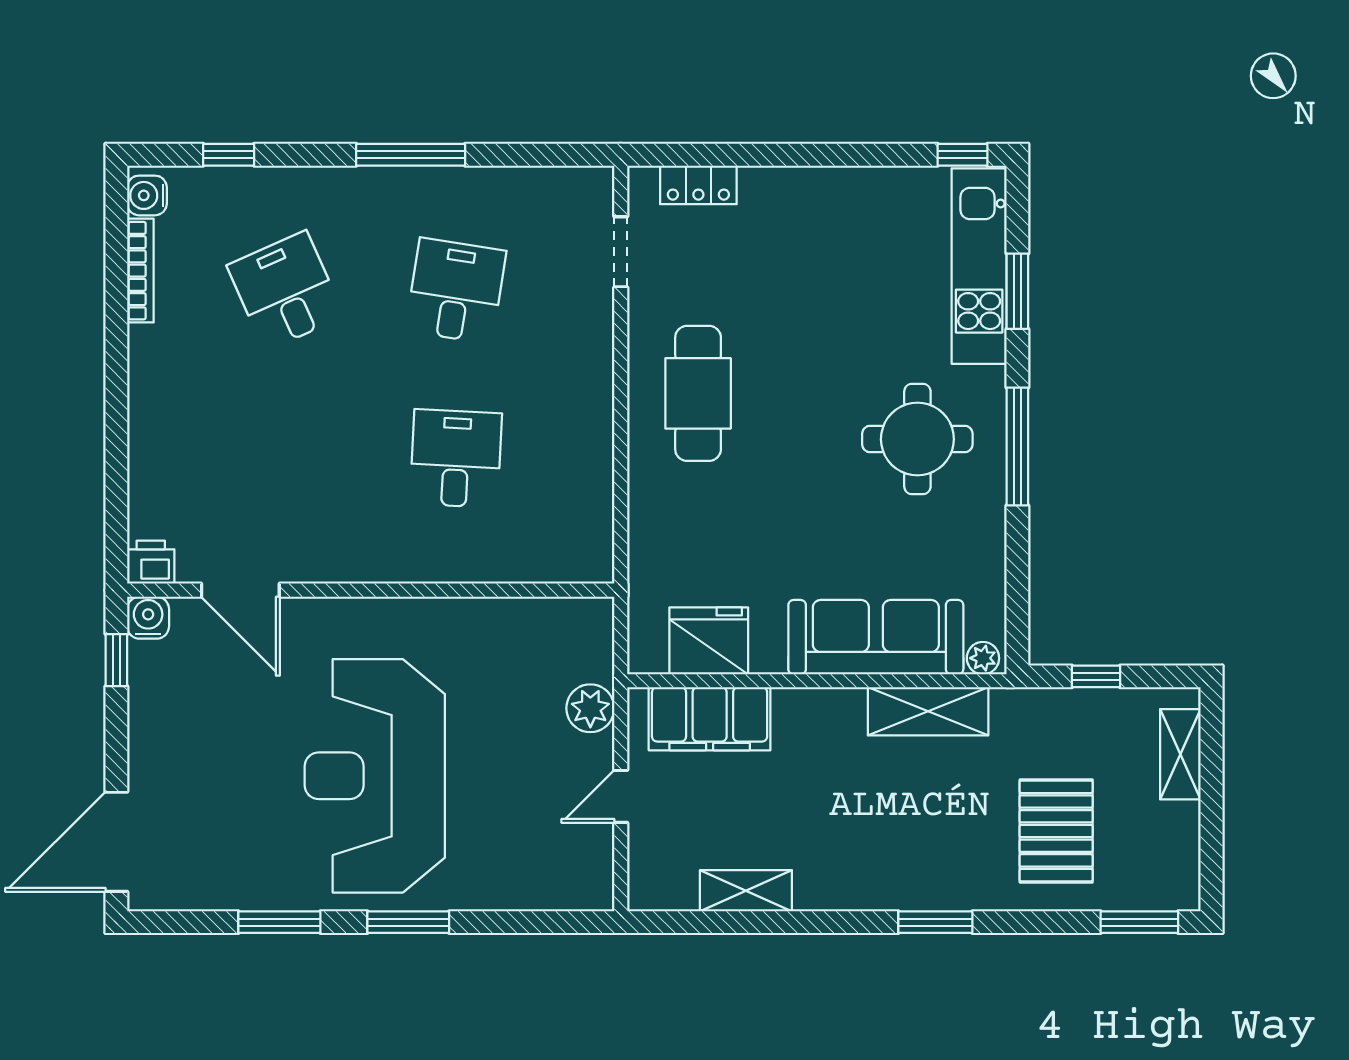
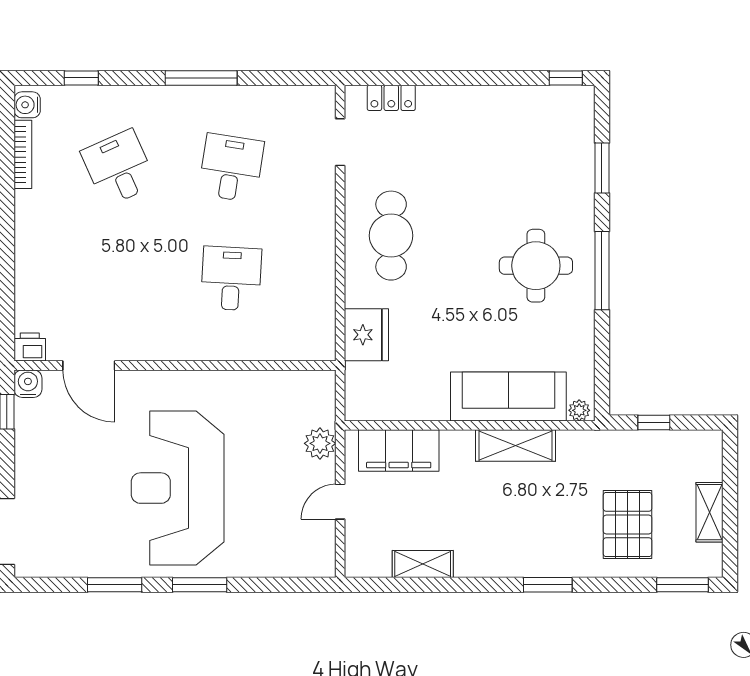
kitchen unit: (979, 266) -> (577, 151), removed
fridge: (709, 641) -> (366, 335), moved, turned 90
shelving: (928, 711) -> (516, 445), moved
shelving: (1180, 754) -> (710, 512), moved

